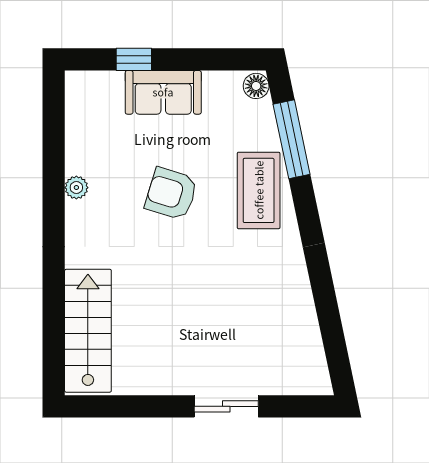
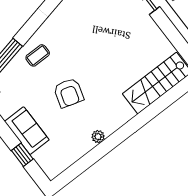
coffee table: (259, 190) -> (38, 55), width x0.54, depth x0.58

